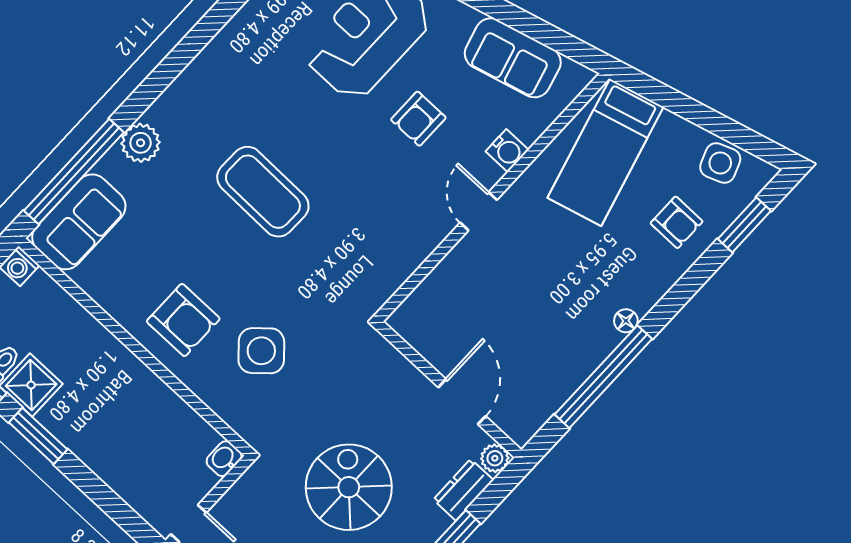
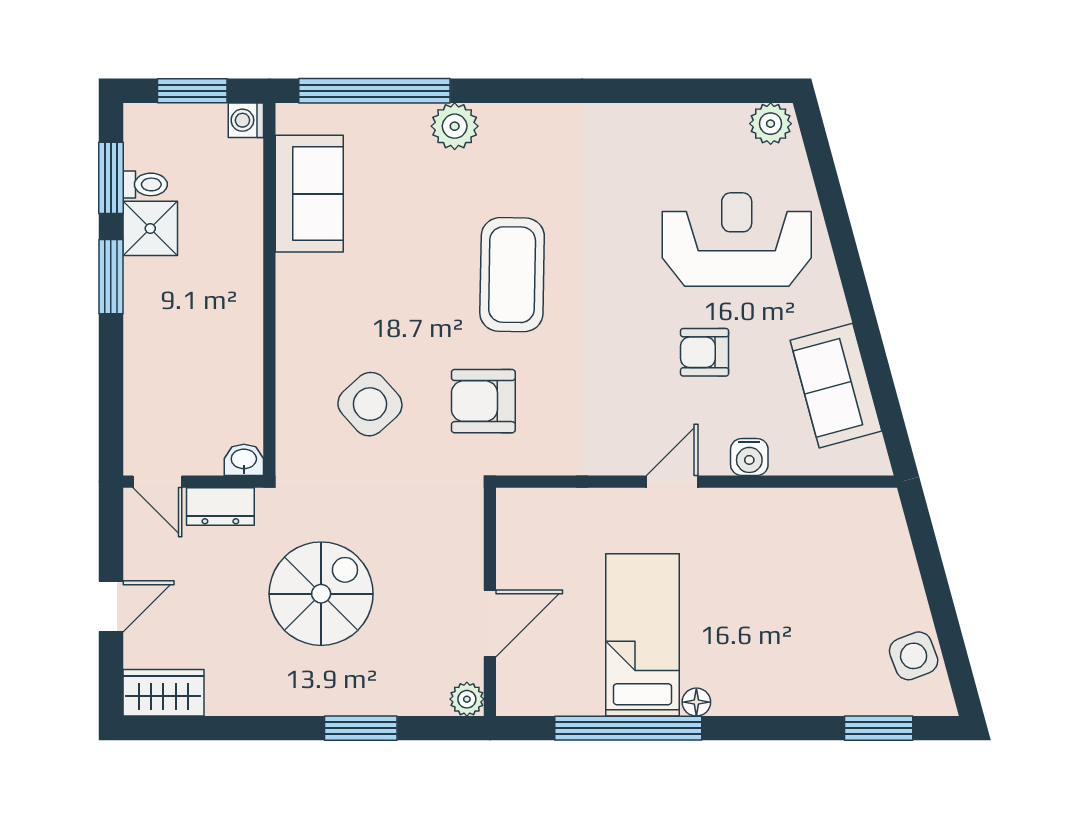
bed: (606, 152) -> (642, 635), moved, turned 105
sofa: (79, 222) -> (309, 194), moved, turned -90
armchair: (677, 222) -> (825, 666), removed
armchair: (183, 320) -> (483, 401), moved, turned 90
dresser: (463, 490) -> (220, 507), moved, turned 180

